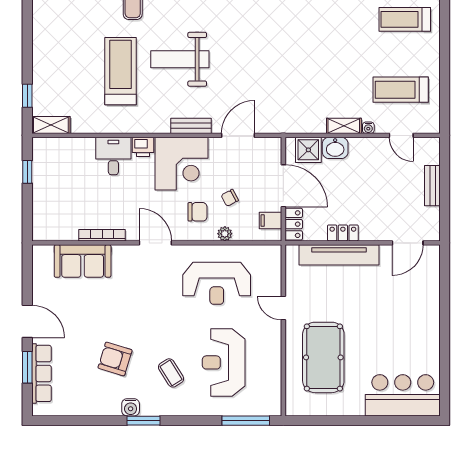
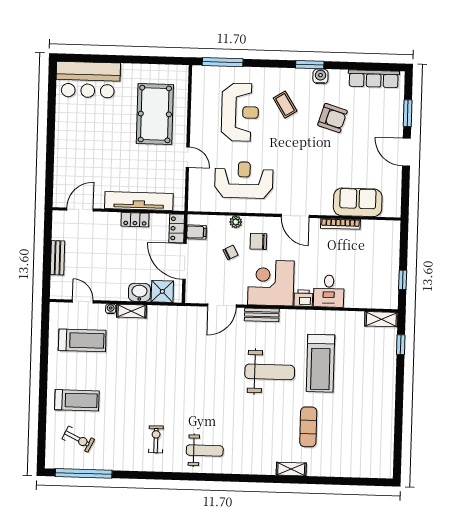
row of seats: (41, 373) -> (374, 79), moved, turned -90

